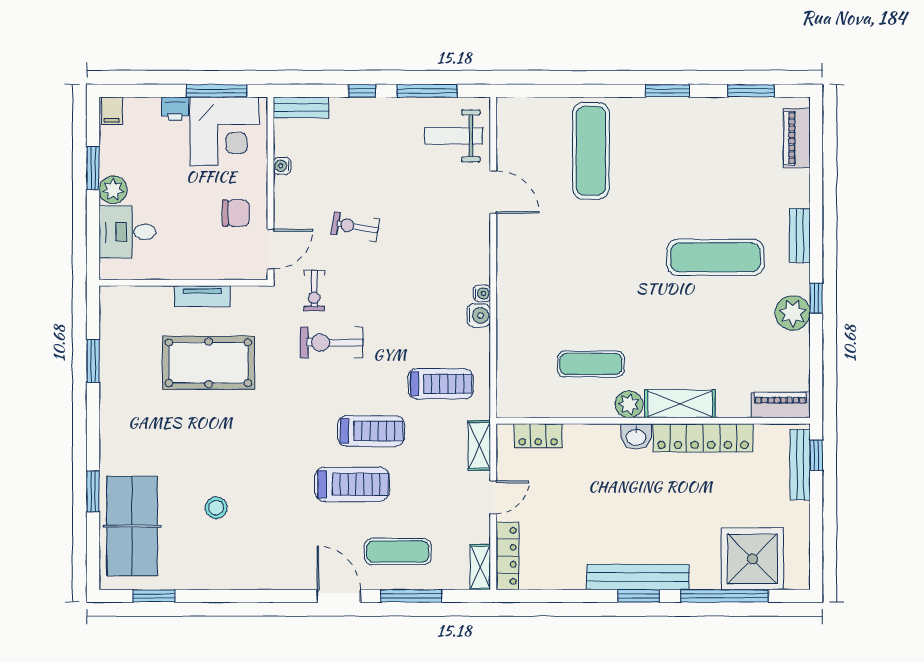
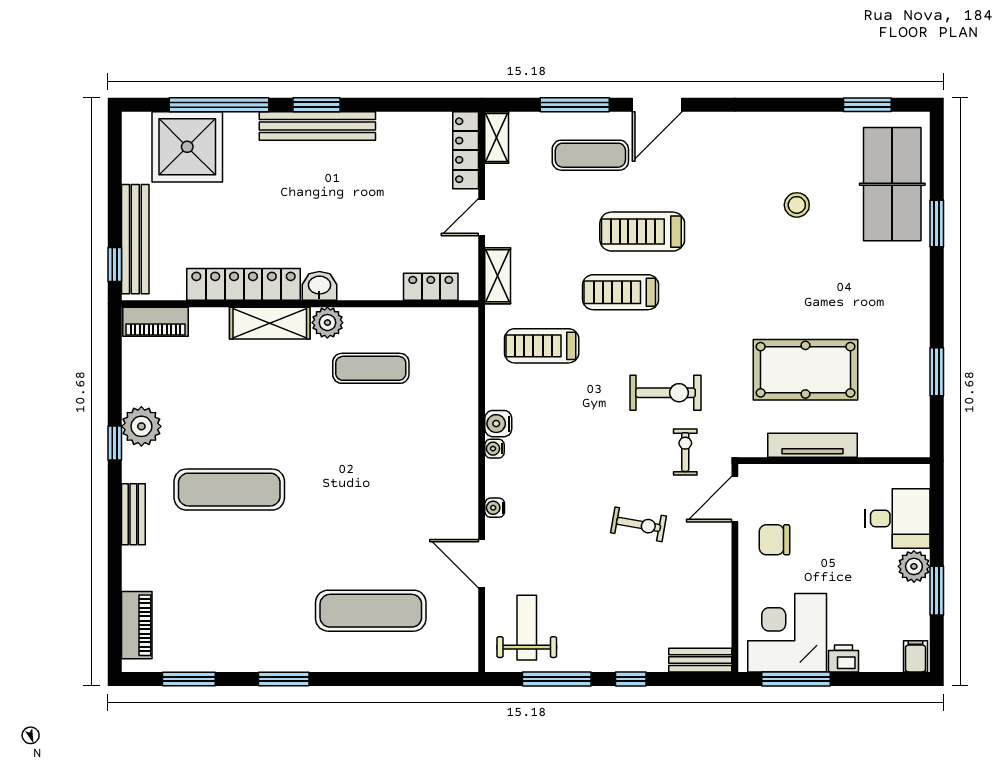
weight bench: (454, 136) -> (527, 628), turned -90
exercise mat: (591, 151) -> (371, 611), turned 90
water cooler: (282, 166) -> (495, 508), moved, turned 180
tv unit: (202, 296) -> (812, 445), width x1.41
bench: (800, 465) -> (135, 239), width x1.37, depth x1.21
door: (339, 596) -> (657, 105), hinge flipped

